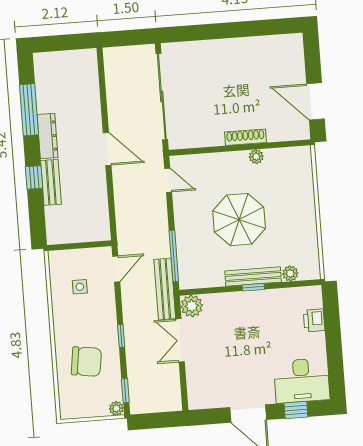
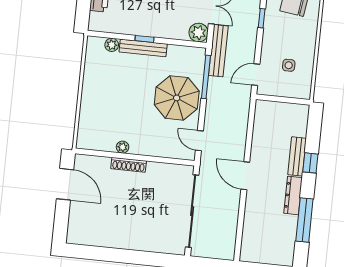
parasol: (239, 220) -> (177, 98), moved

